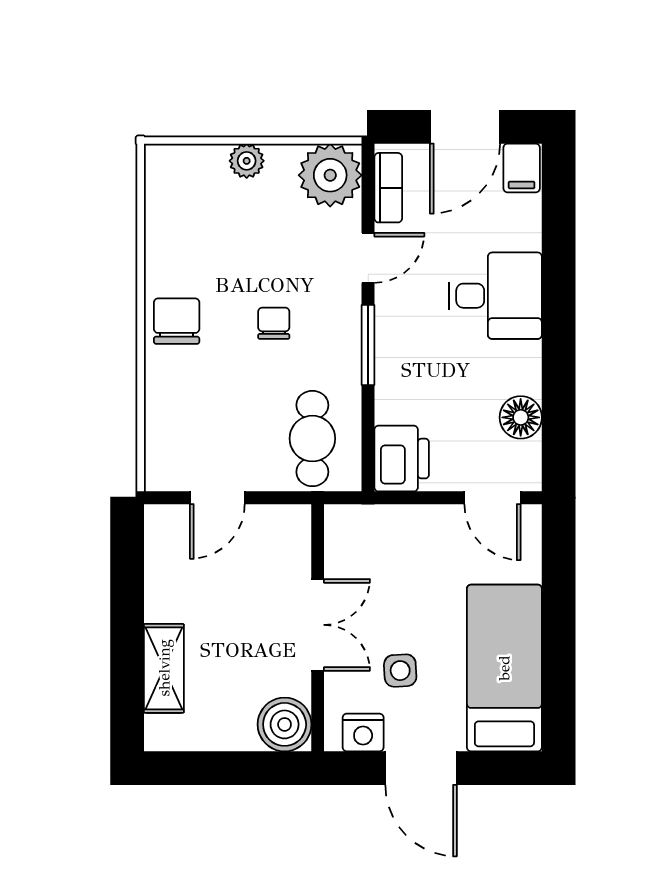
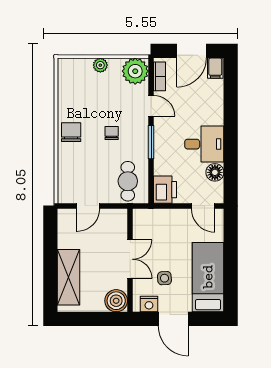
door: (368, 258) -> (151, 106), hinge flipped
desk: (495, 296) -> (204, 144), moved
shelving: (164, 668) -> (68, 277), width x1.50, depth x1.33

